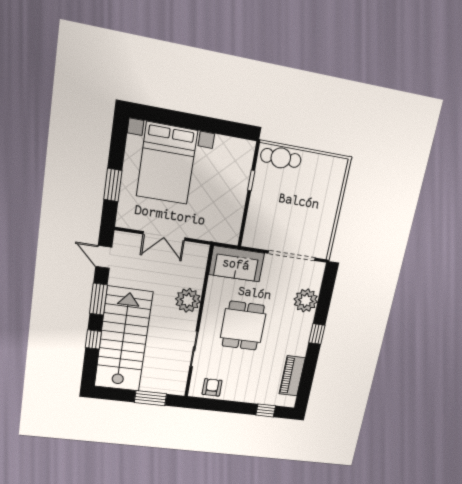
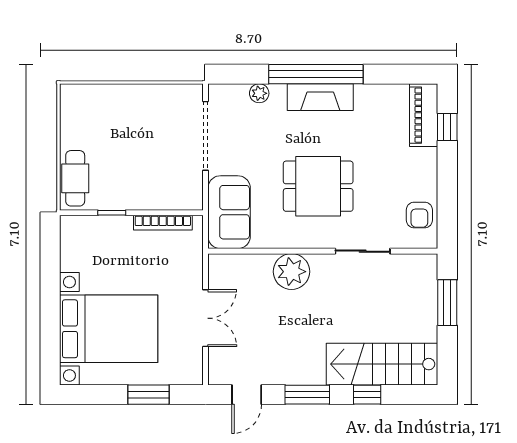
bookcase: (237, 216) -> (163, 223), added
plant: (306, 300) -> (259, 93), width x0.53, depth x0.53
window: (317, 334) -> (316, 74), width x3.17
fireplace: (301, 335) -> (320, 97), added
stairs: (123, 340) -> (382, 364), width x0.73, depth x0.66
piano: (292, 376) -> (424, 115), moved, turned 90
armchair: (212, 387) -> (419, 215), turned -90

